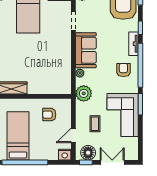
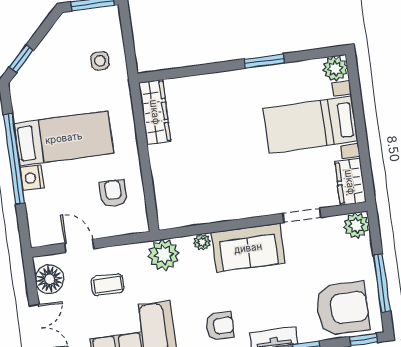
nightstand: (65, 155) -> (32, 178), moved
window: (86, 162) -> (30, 277), removed

